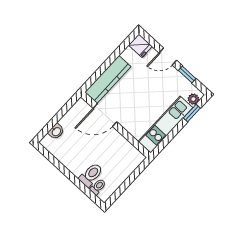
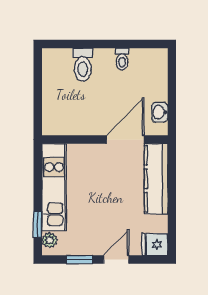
washbasin: (56, 131) -> (160, 112), moved
toilet: (98, 187) -> (122, 59), moved

